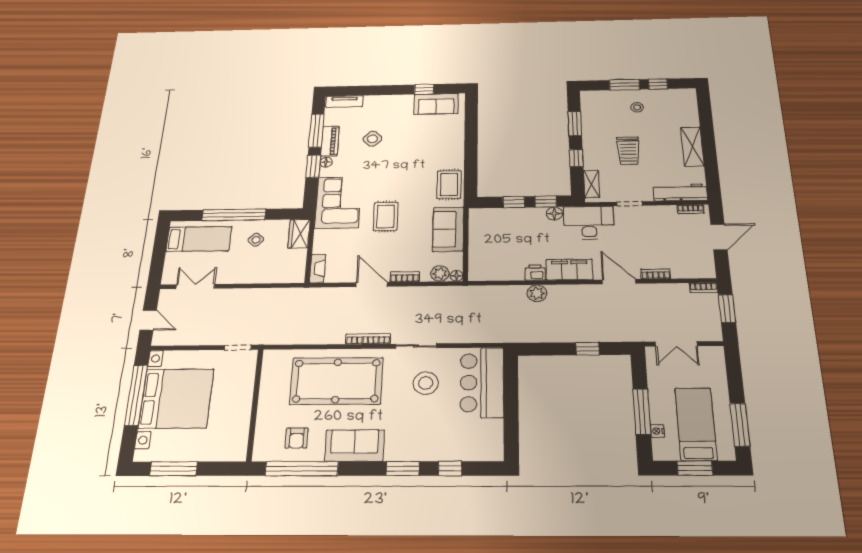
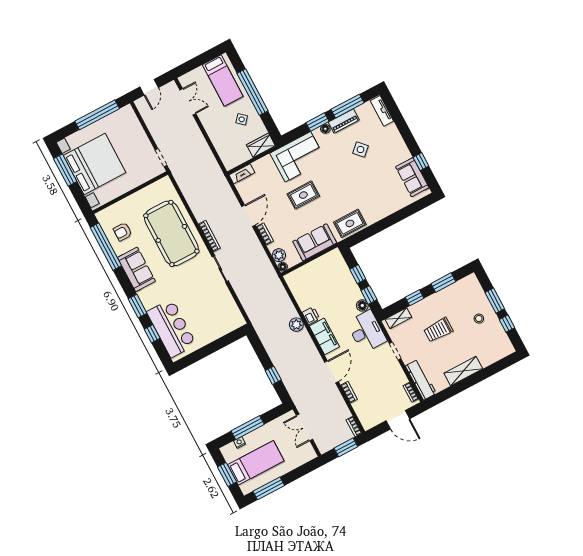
bar counter: (482, 382) -> (171, 328), moved, turned 90
stool: (426, 383) -> (199, 289), removed
bed with nightstands: (176, 398) -> (95, 164), moved, turned -90

